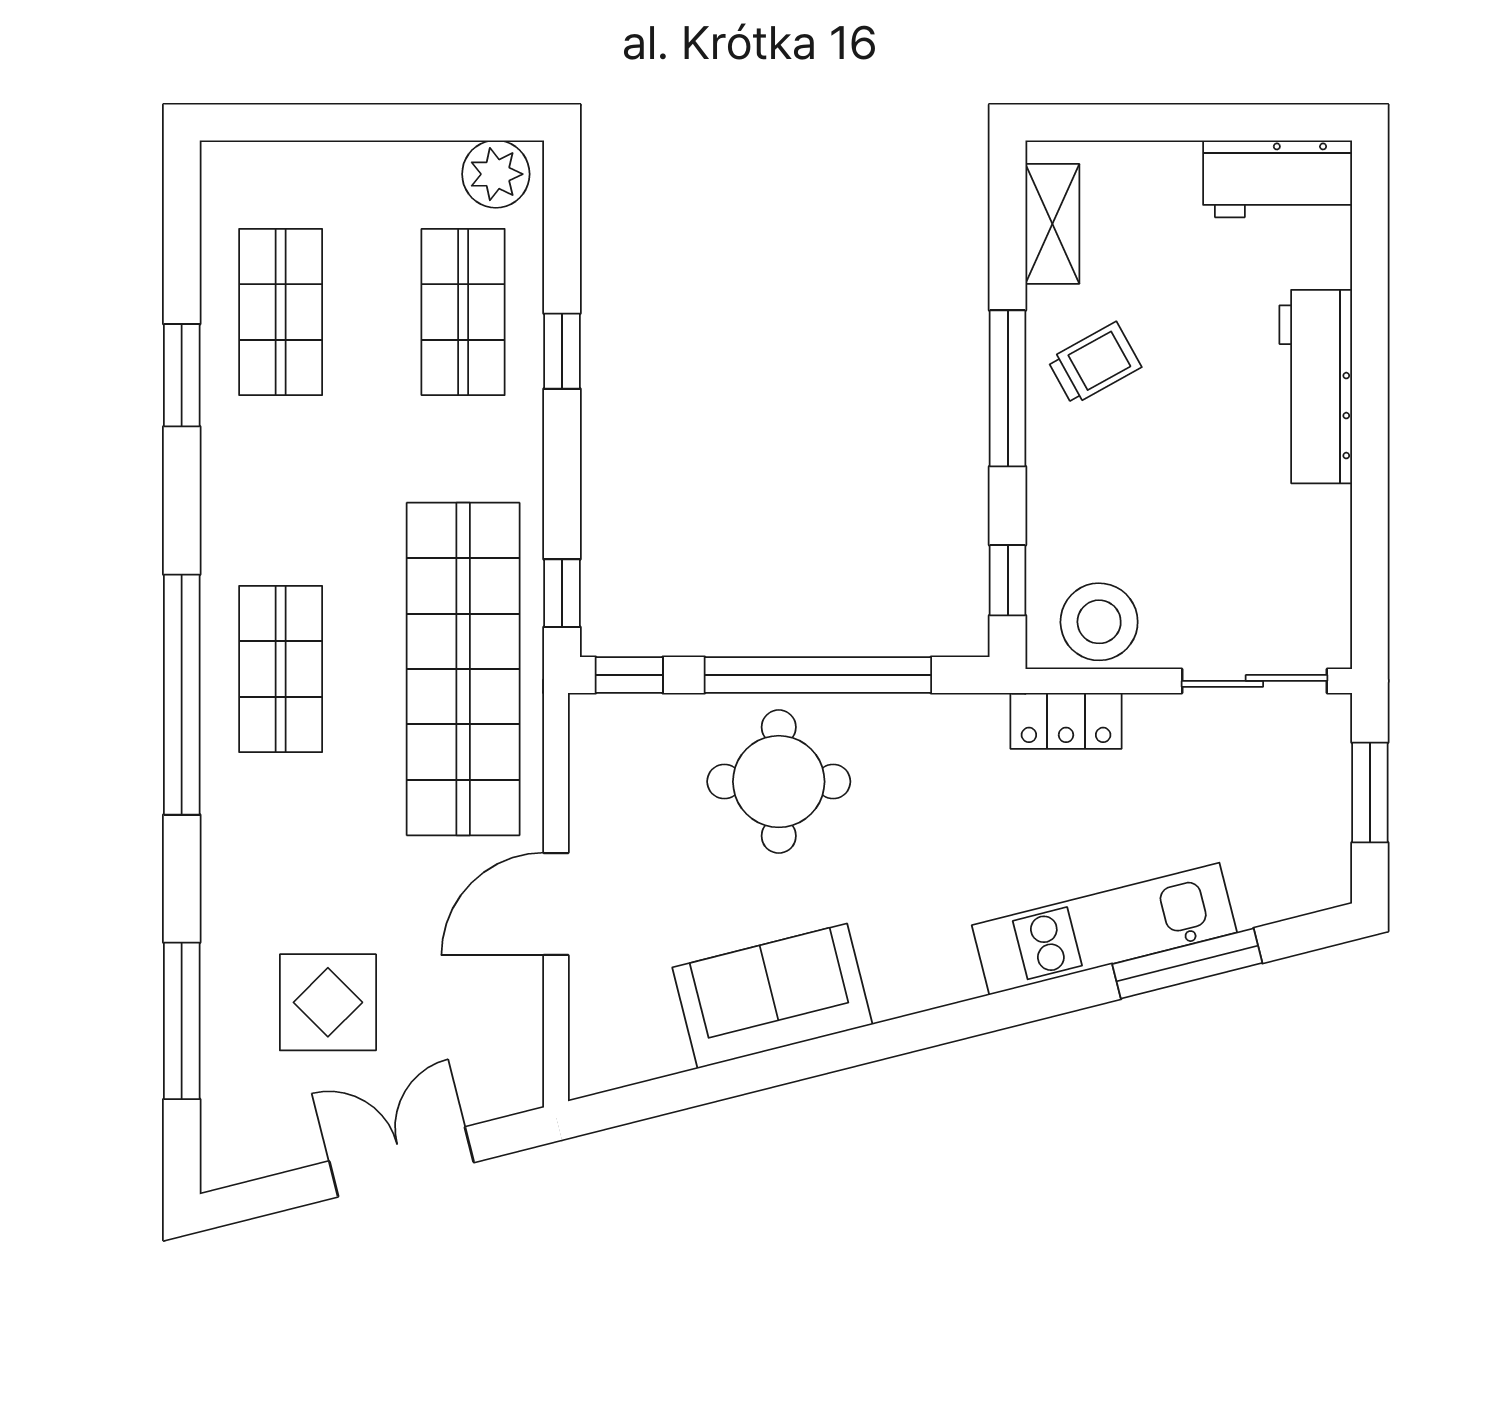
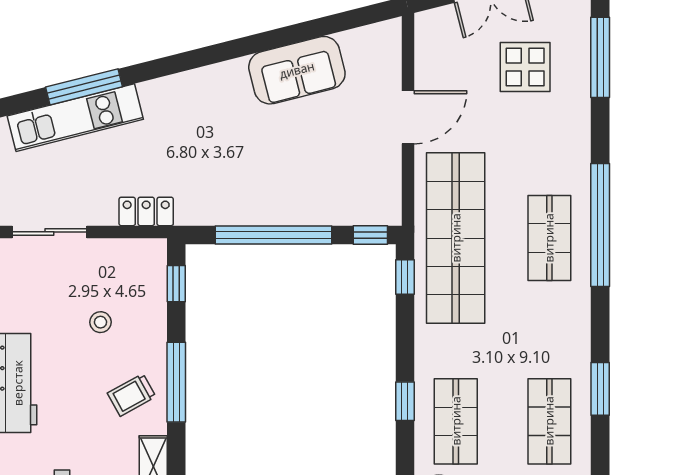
stool: (1099, 622) -> (101, 322), moved, width x0.53, depth x0.53
round table: (779, 782) -> (294, 180), removed
kitchen unit: (1104, 929) -> (75, 118), moved

